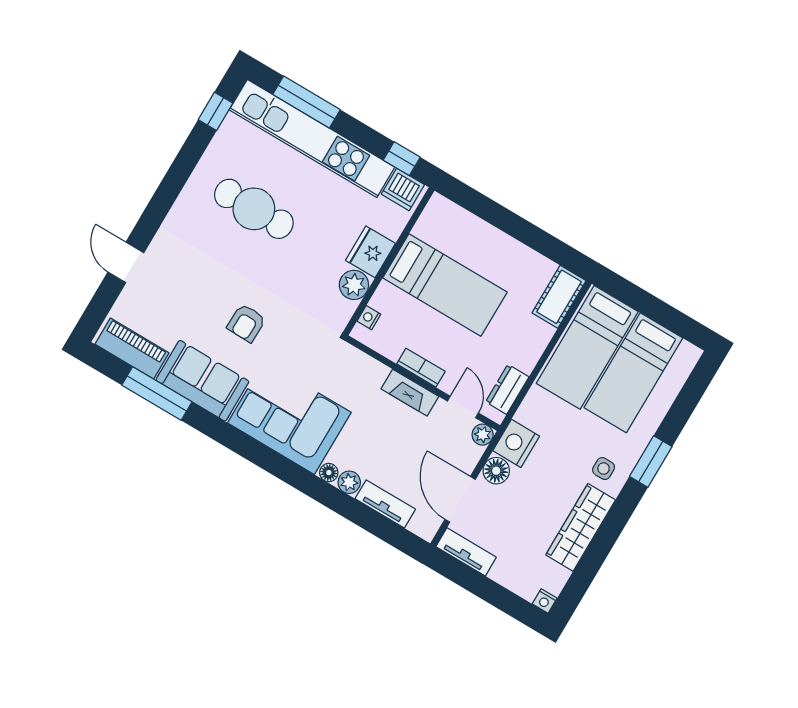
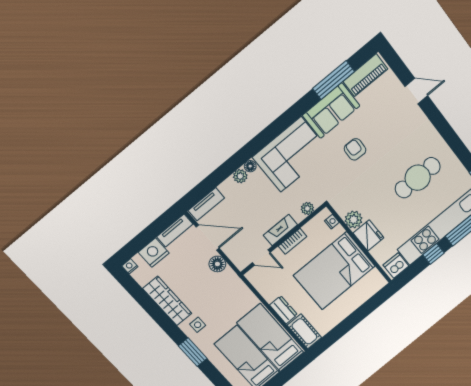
window: (402, 159) -> (433, 254), moved
bed: (445, 285) -> (334, 271), width x1.50
dresser: (507, 389) -> (283, 310), moved
plant: (483, 435) -> (307, 208), moved
nightstand: (516, 443) -> (154, 253), moved, turned -90
tv unit: (385, 504) -> (206, 204), moved

